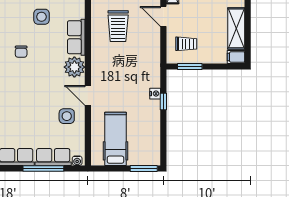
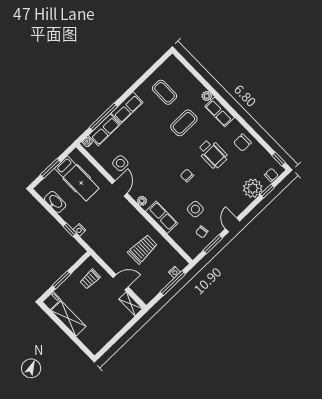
trolley: (118, 26) -> (143, 249), turned 90
window: (190, 66) -> (61, 280), moved
plant: (74, 67) -> (142, 201), width x0.53, depth x0.53
door: (88, 95) -> (120, 188), hinge flipped
washbasin: (153, 137) -> (55, 202), added
window: (144, 169) -> (50, 168), moved

